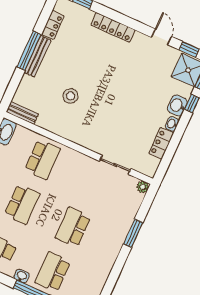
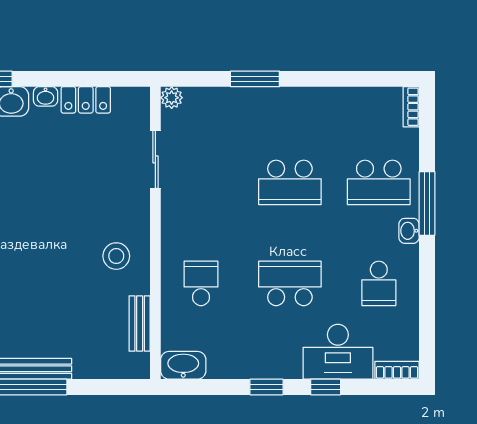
stool: (71, 96) -> (116, 256), moved
bench: (22, 113) -> (140, 323), moved
school desk: (43, 159) -> (201, 283), width x0.54

